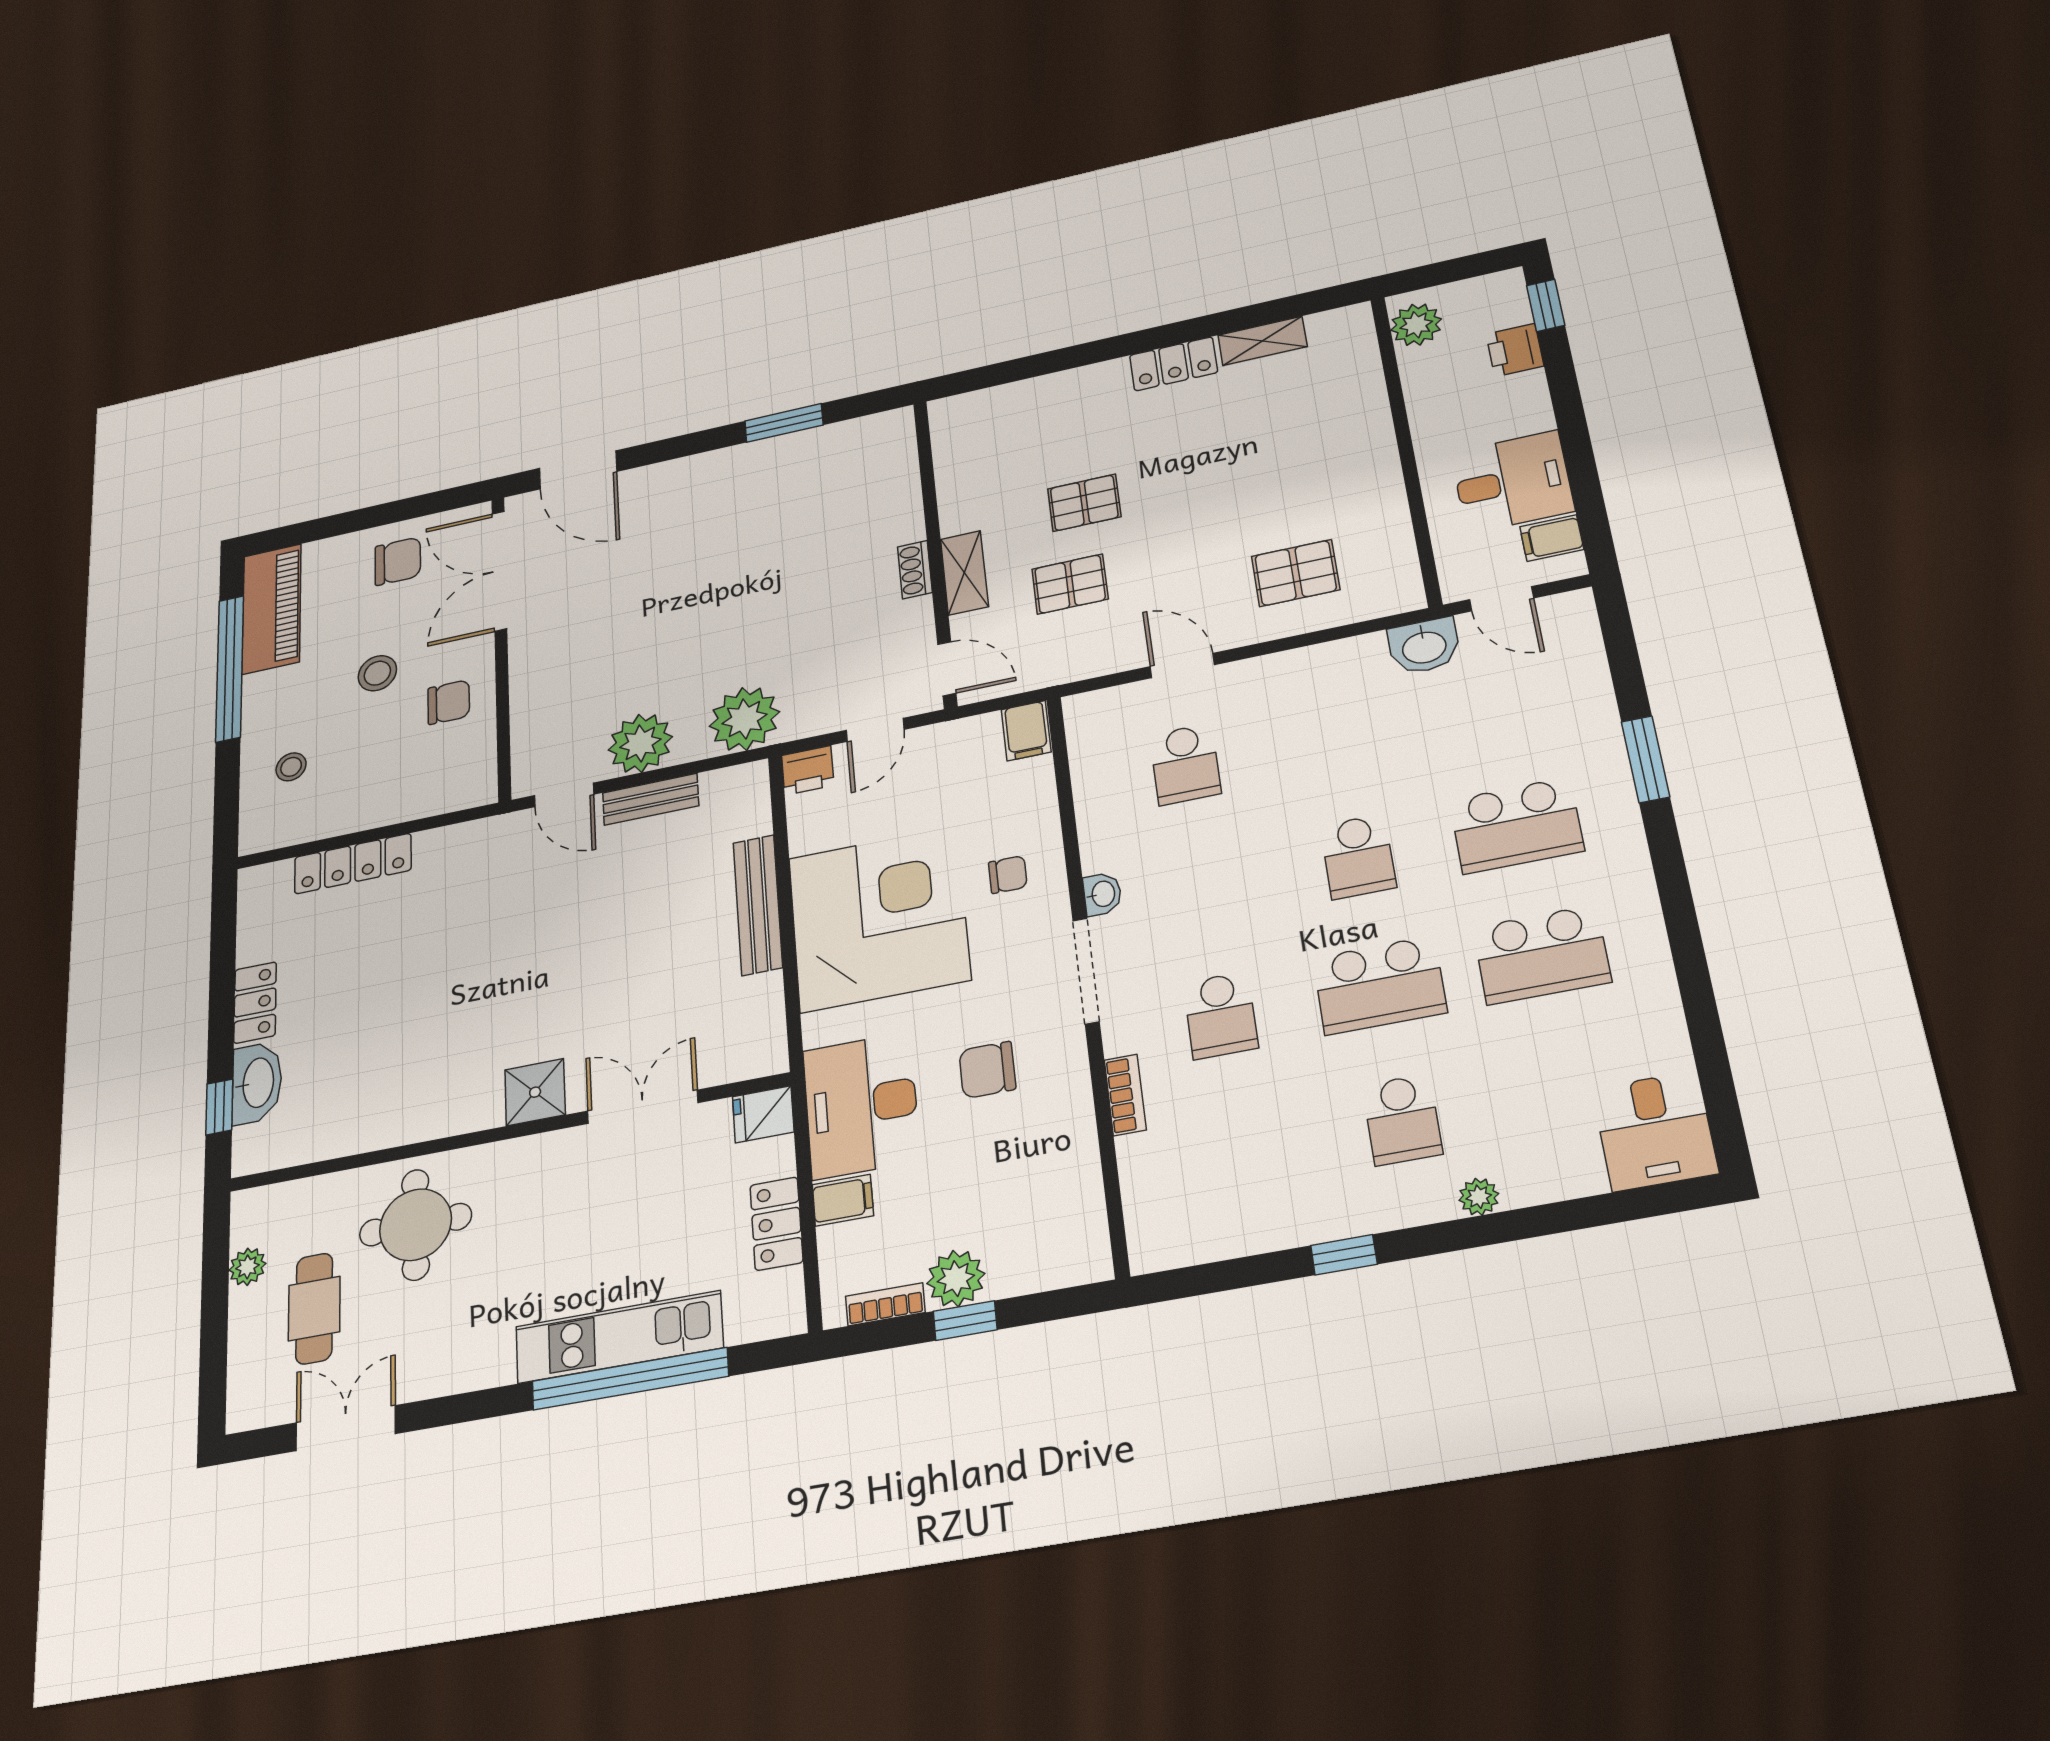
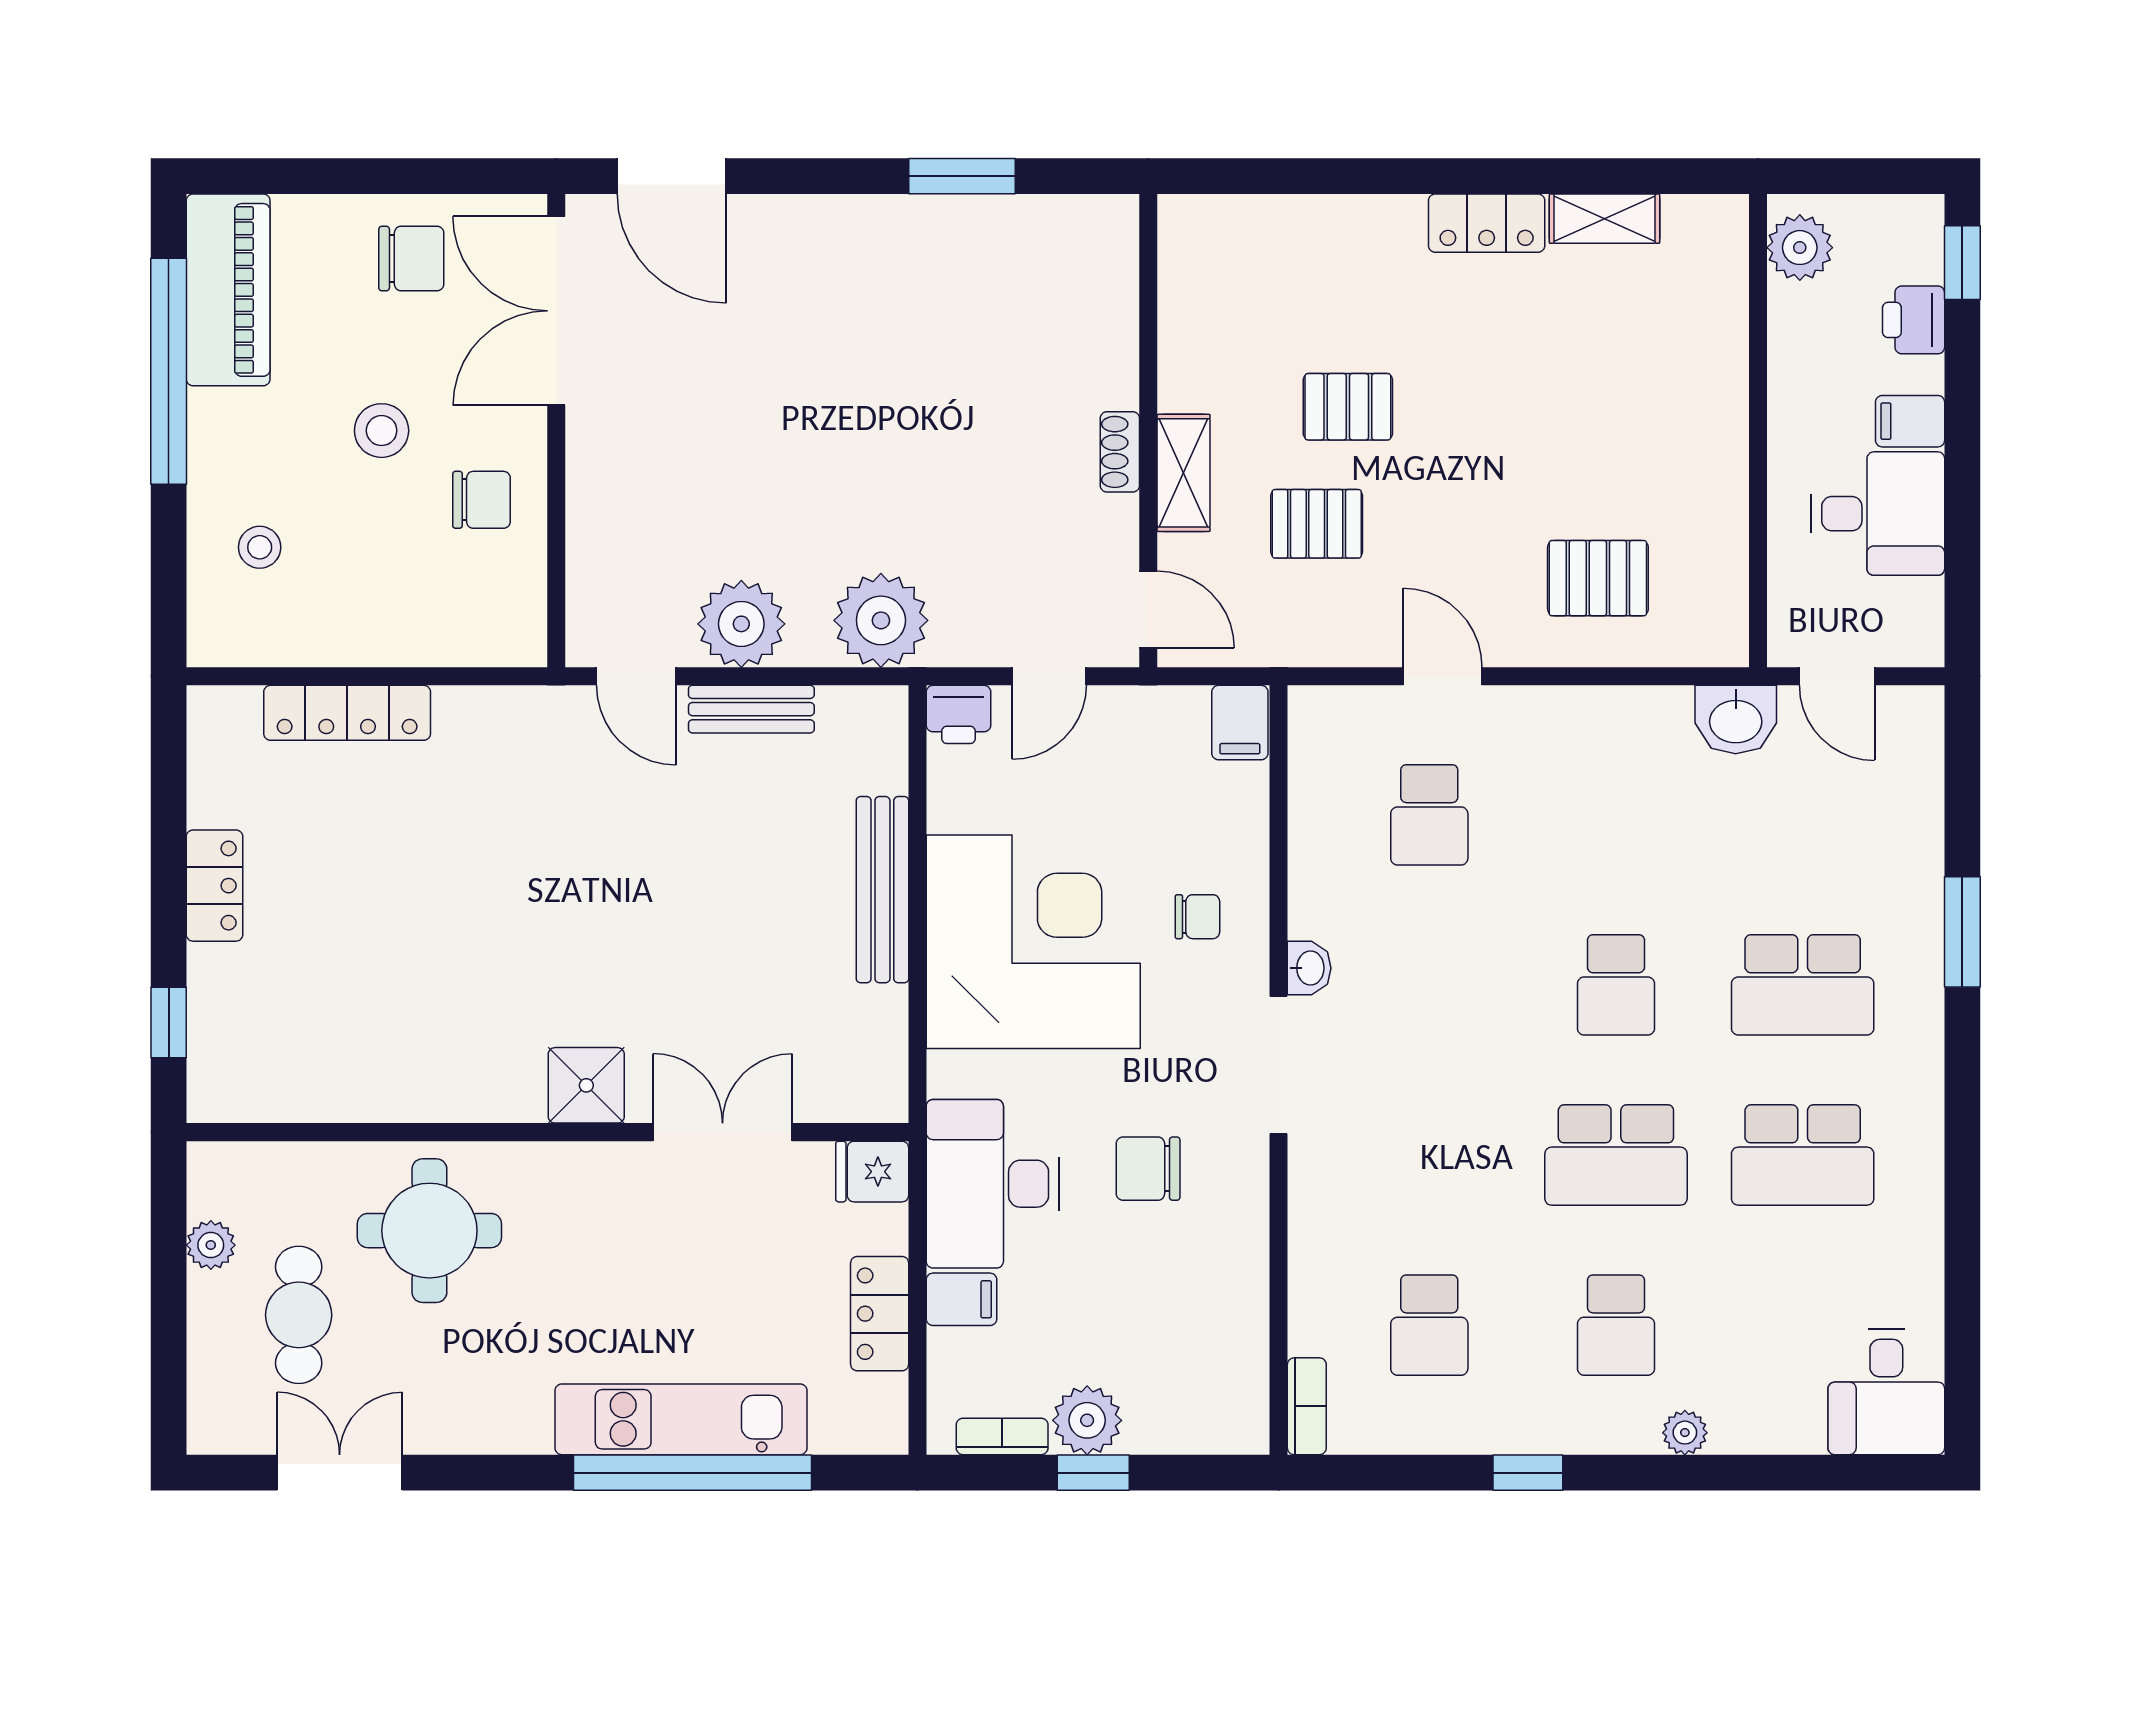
filing cabinet: (1552, 538) -> (1910, 421), moved
school desk: (1221, 1015) -> (1429, 1325), moved
washbasin: (257, 1083) -> (219, 999), removed
bookcase: (1125, 1095) -> (1307, 1406), moved

